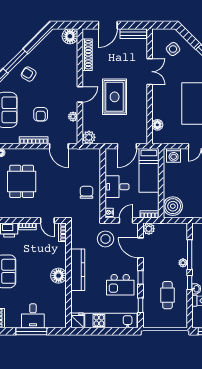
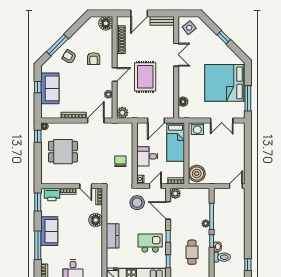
side table: (173, 49) -> (189, 28), moved
armchair: (41, 114) -> (94, 59), moved
door: (59, 146) -> (96, 121), swing flipped
dining table: (22, 181) -> (63, 152), turned 90
kitchen counter: (78, 270) -> (113, 236), width x0.67
floor lamp: (59, 276) -> (96, 220), moved
kitchen island: (120, 285) -> (150, 243), turned 180

